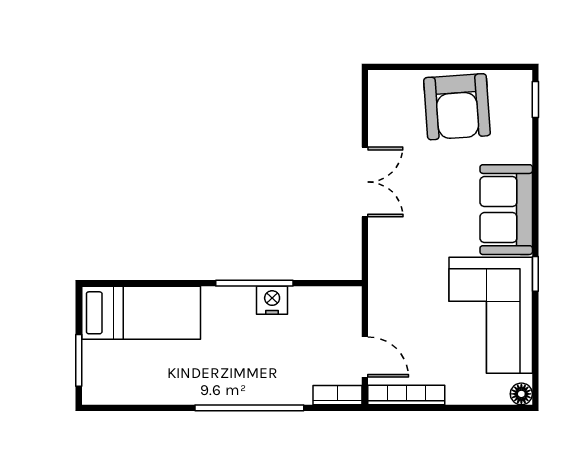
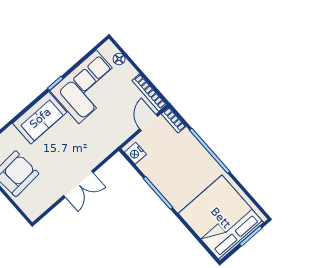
double door: (365, 182) -> (78, 184), swing flipped
nightstand: (272, 300) -> (135, 153), moved
bed: (141, 313) -> (221, 218), width x2.04
floor lamp: (521, 394) -> (119, 59), moved

